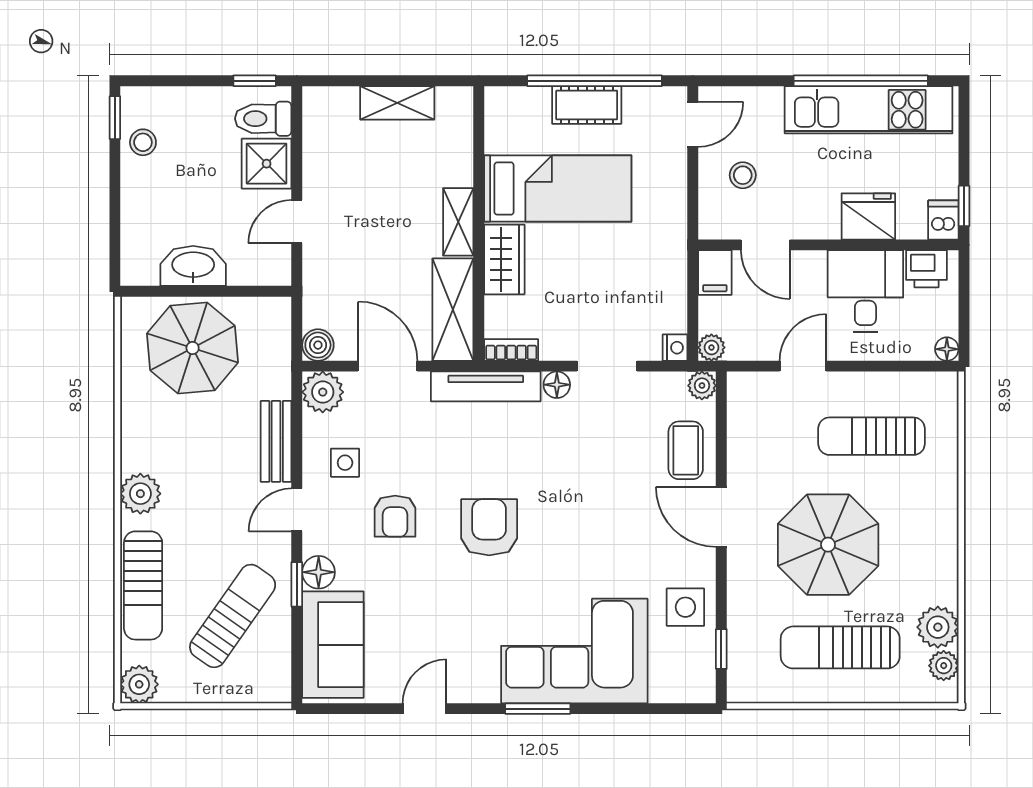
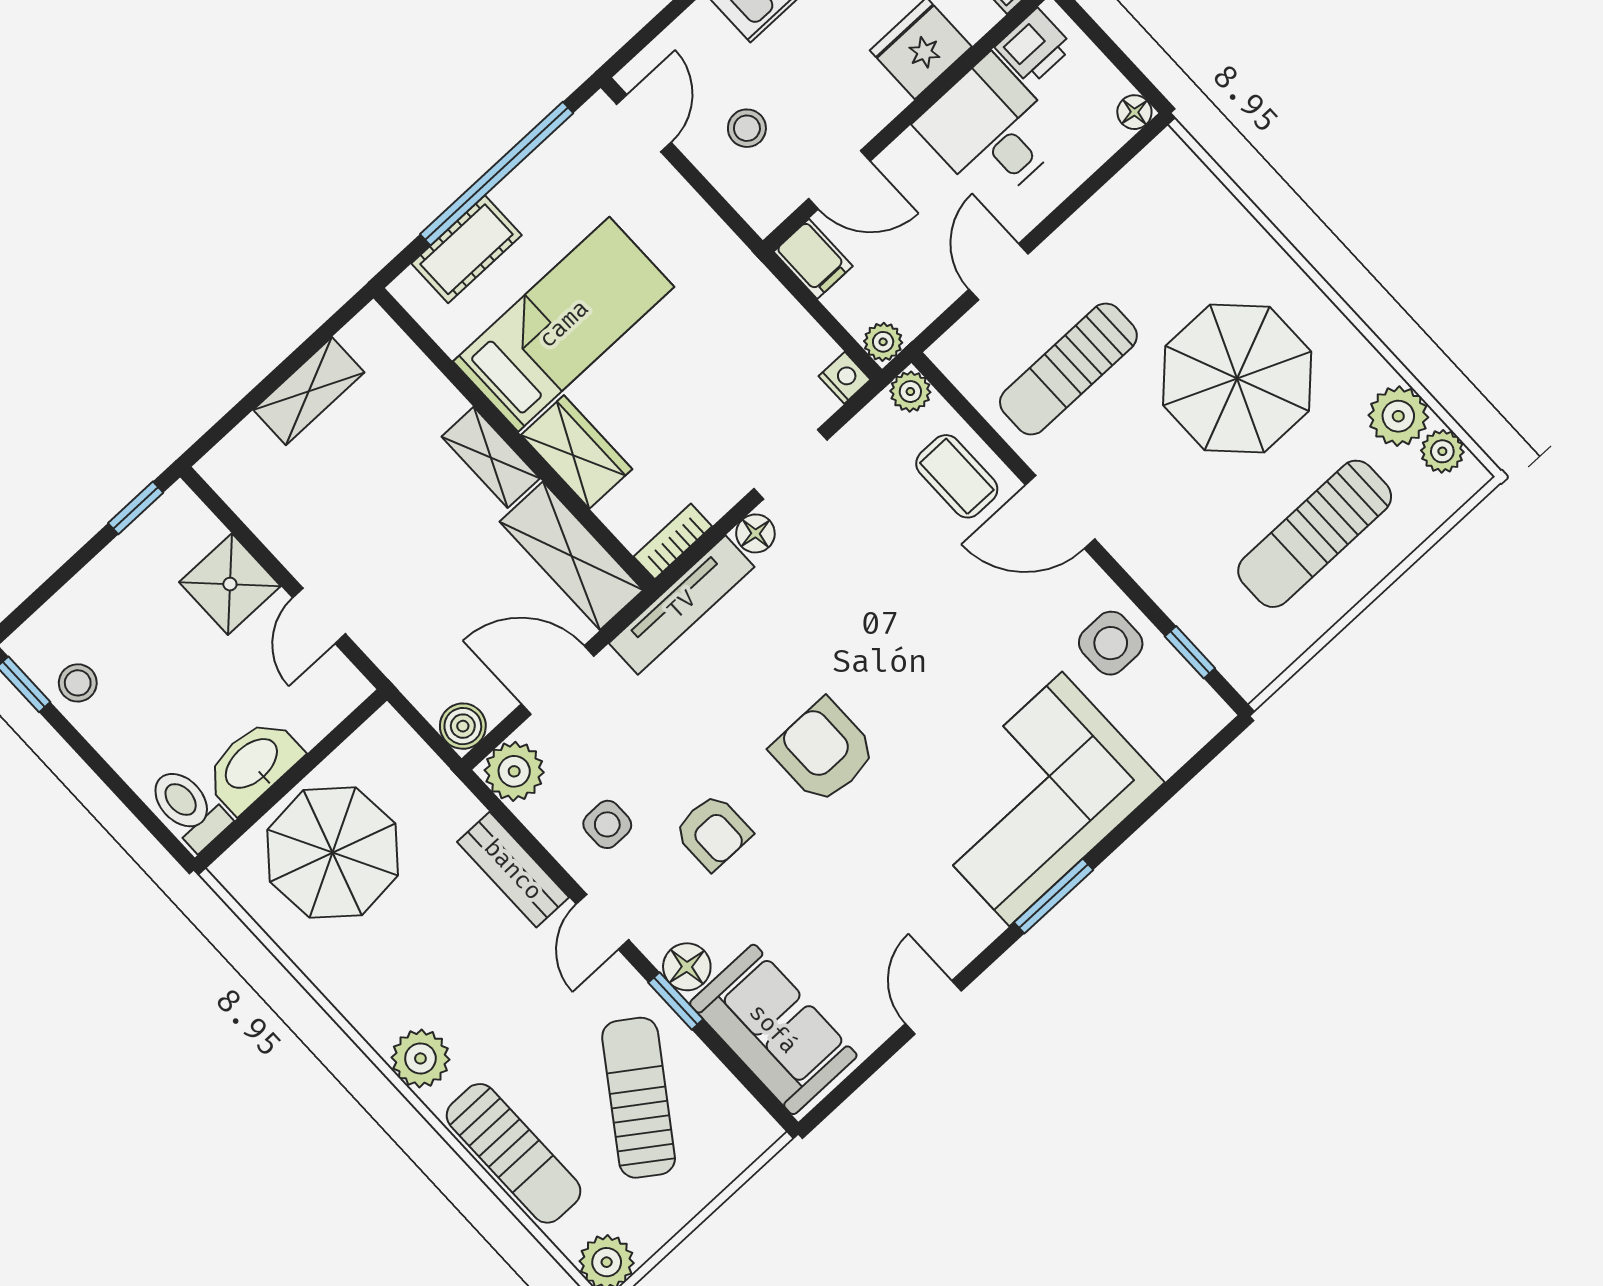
cot: (587, 105) -> (466, 249), moved
toilet: (263, 119) -> (188, 808), moved, turned 90
sun lounger: (871, 436) -> (1068, 369), moved
parasol: (828, 545) -> (1237, 378), moved

